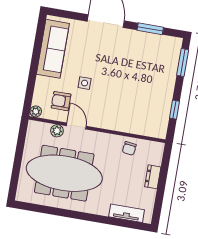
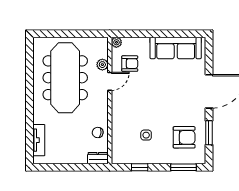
armchair: (151, 56) -> (184, 137), added
side table: (85, 83) -> (146, 135), moved
armchair: (61, 101) -> (130, 64), turned 90
dresser: (153, 177) -> (98, 158), moved

